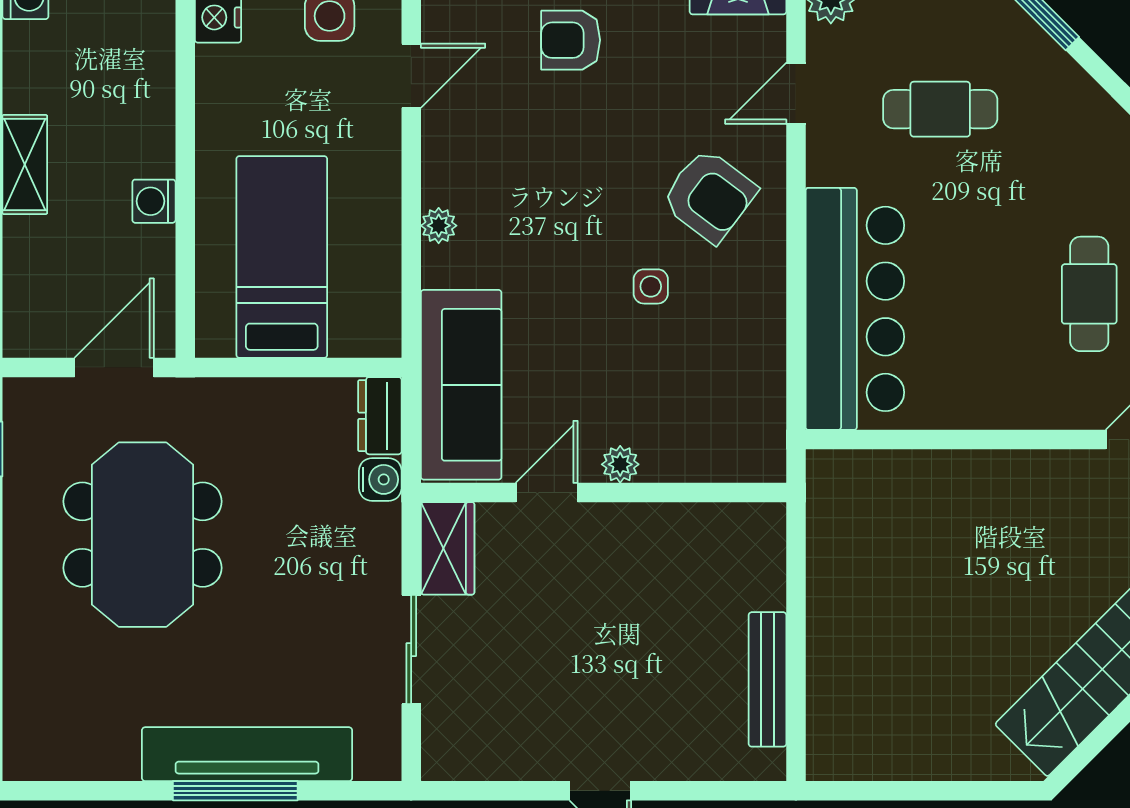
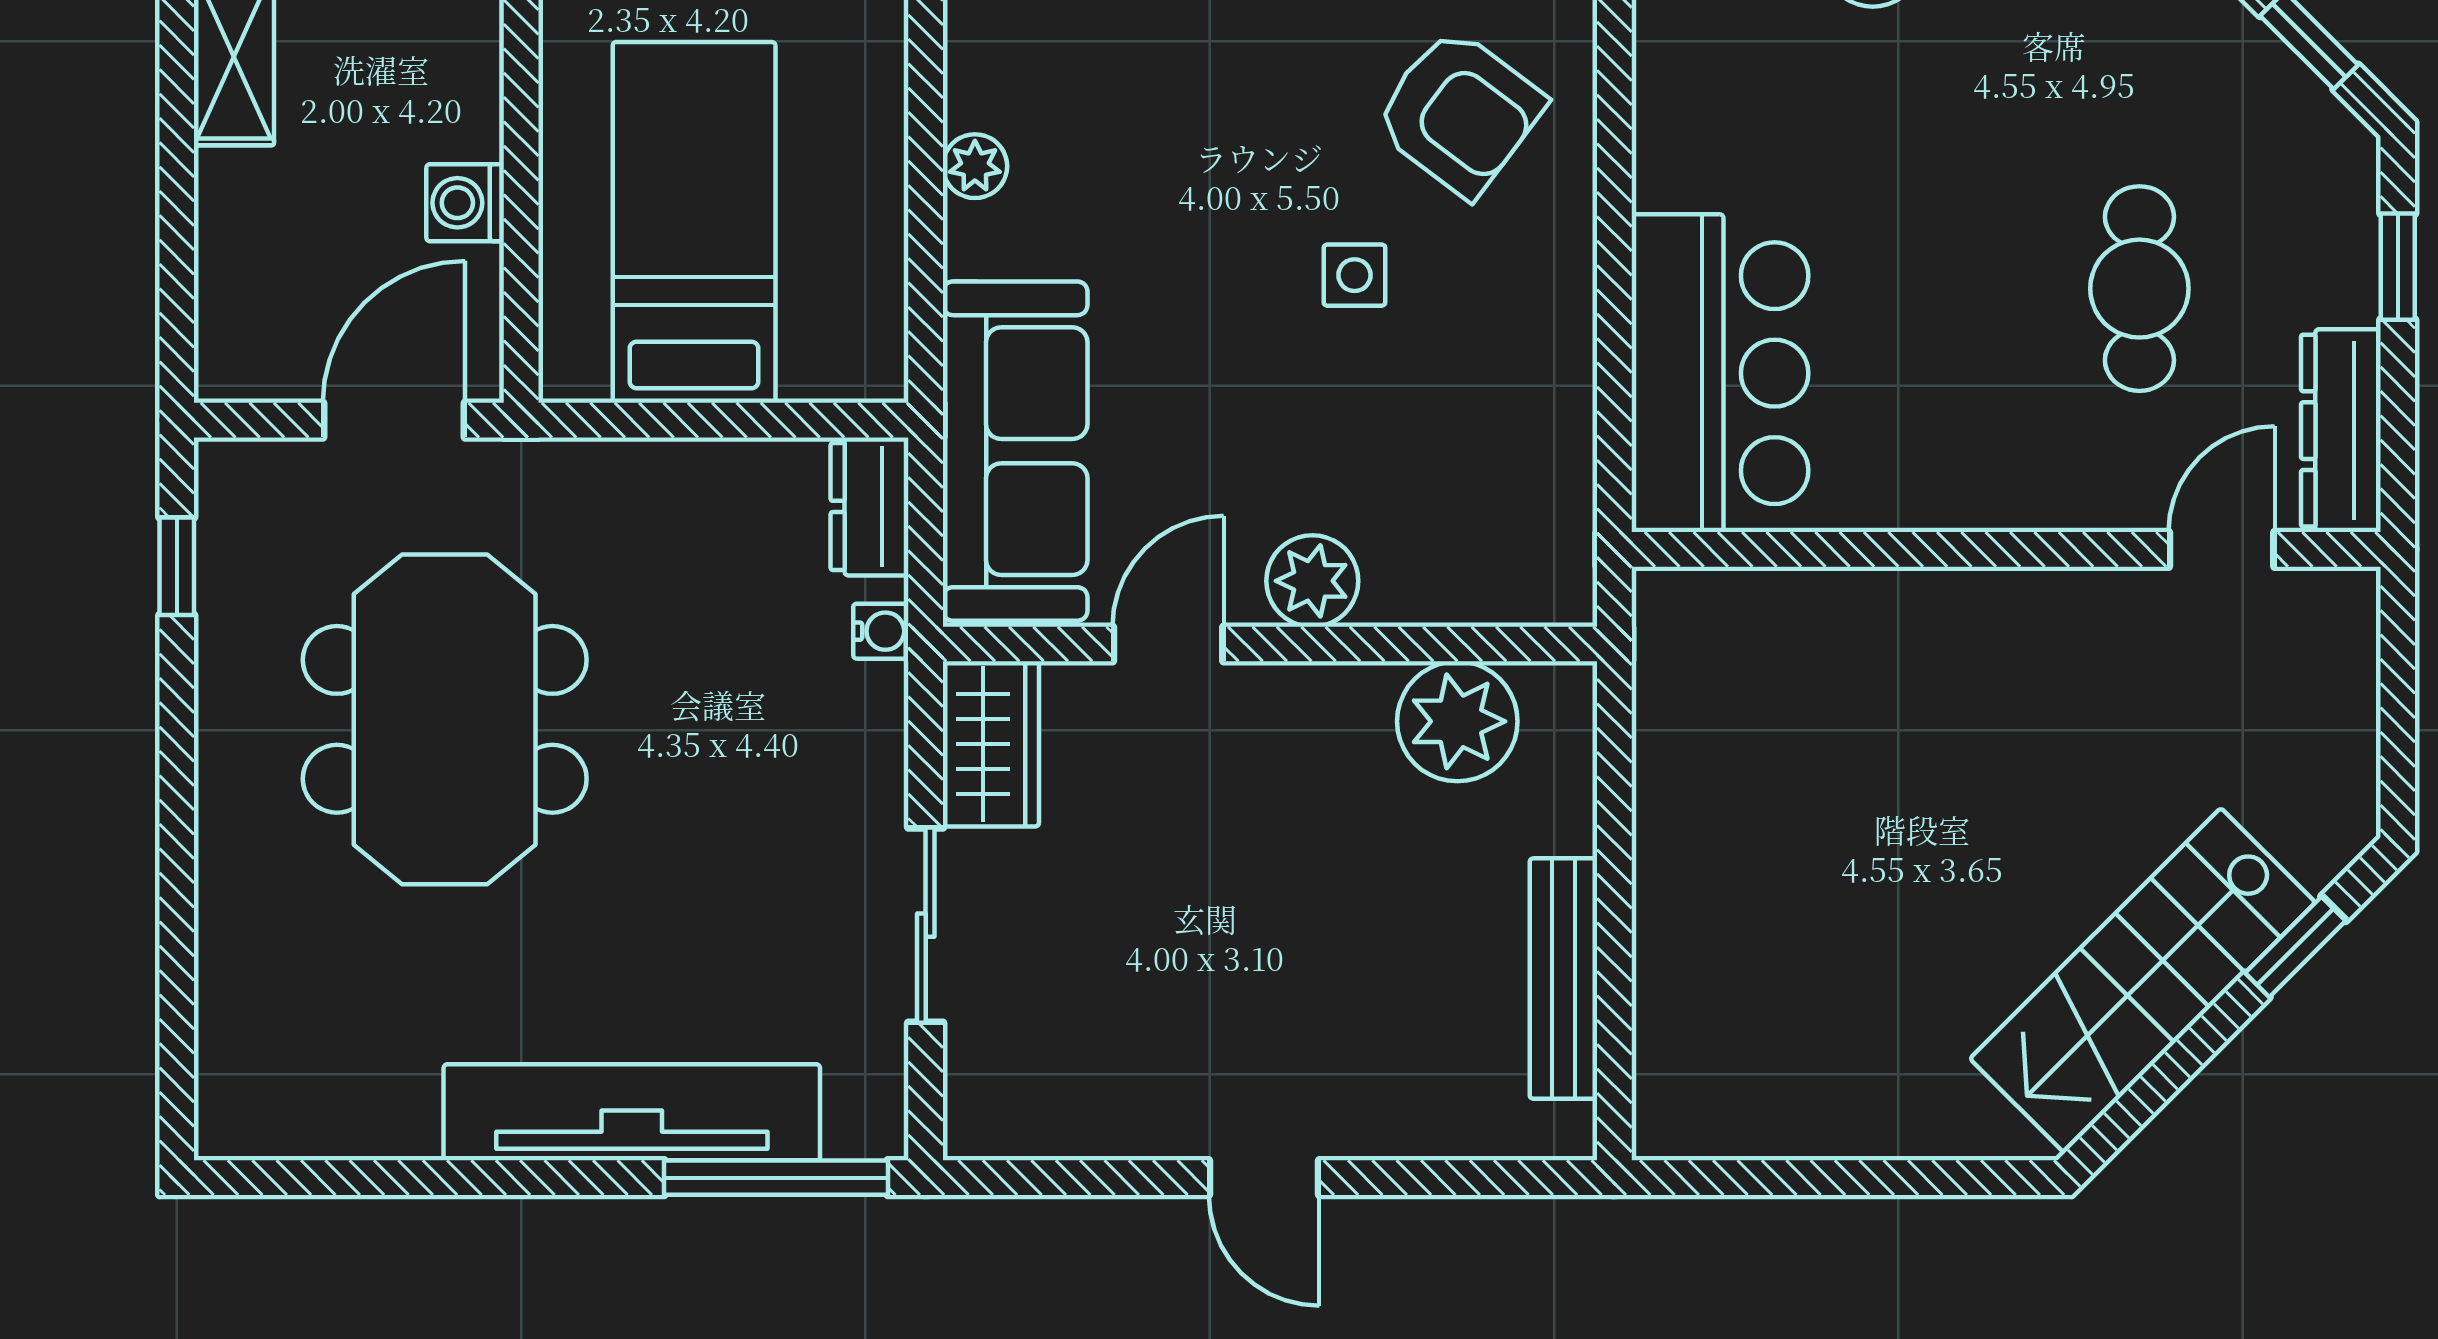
washing machine: (154, 201) -> (465, 203), moved
bar counter: (855, 309) -> (1720, 373), width x0.73
plant: (620, 464) -> (1312, 581), width x1.38, depth x1.38
water cooler: (380, 479) -> (881, 631), width x0.72, depth x0.72
plant: (708, 536) -> (1457, 721), added
window: (235, 791) -> (776, 1178), moved

